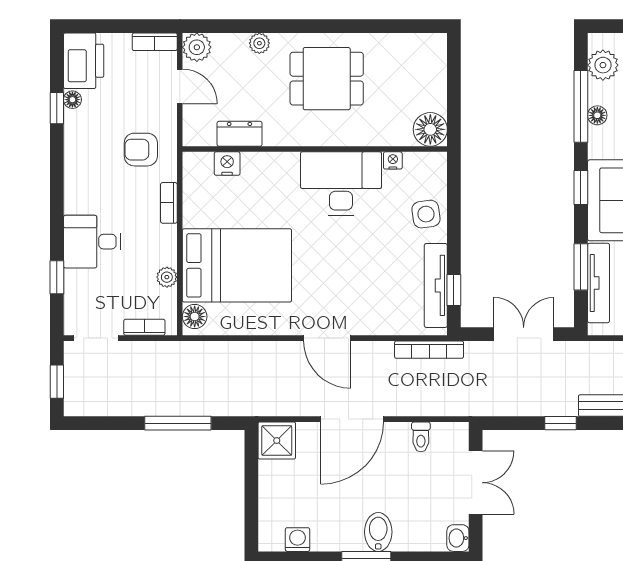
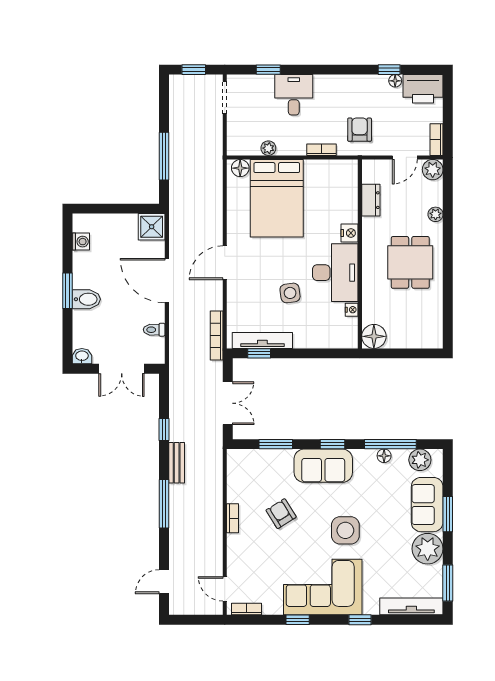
nightstand: (227, 164) -> (350, 233), moved
side table: (426, 214) -> (290, 293), moved
tv unit: (598, 283) -> (264, 457), removed
bookcase: (144, 327) -> (233, 132), removed

